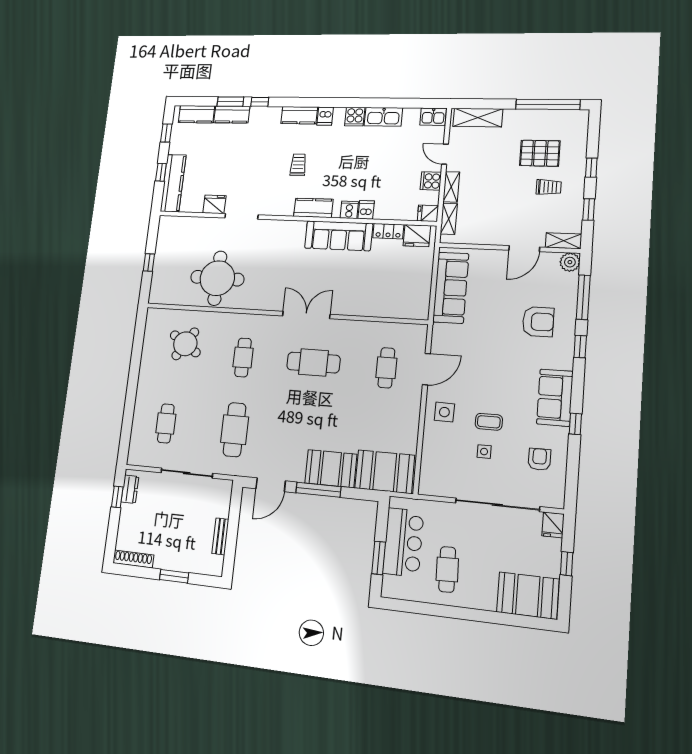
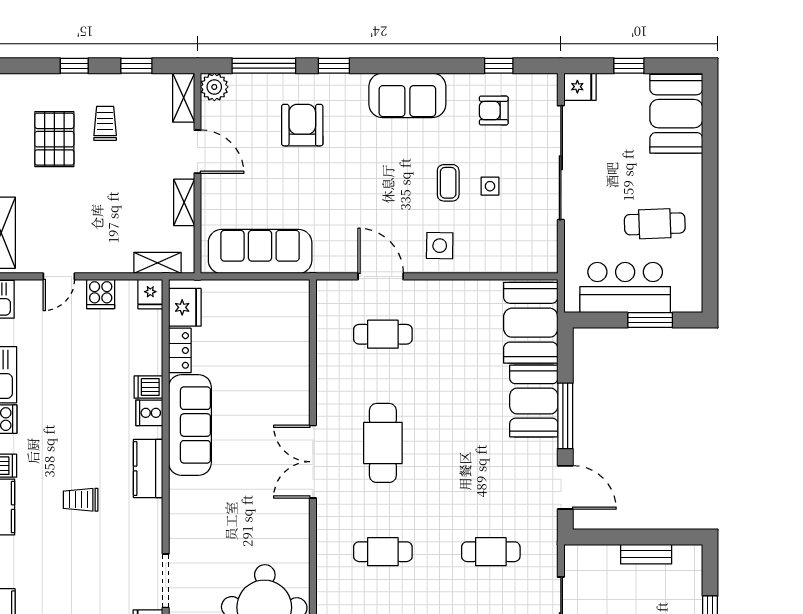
shelving: (451, 187) -> (184, 202), moved, turned 90
window: (575, 424) -> (499, 66), moved
cafe table: (235, 430) -> (491, 552), width x0.73, depth x0.74

